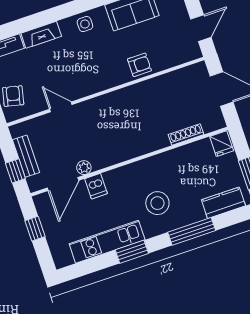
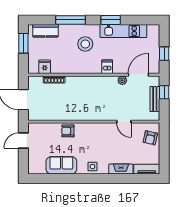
fridge: (222, 144) -> (45, 67), moved
dishwasher: (96, 186) -> (107, 67), moved

